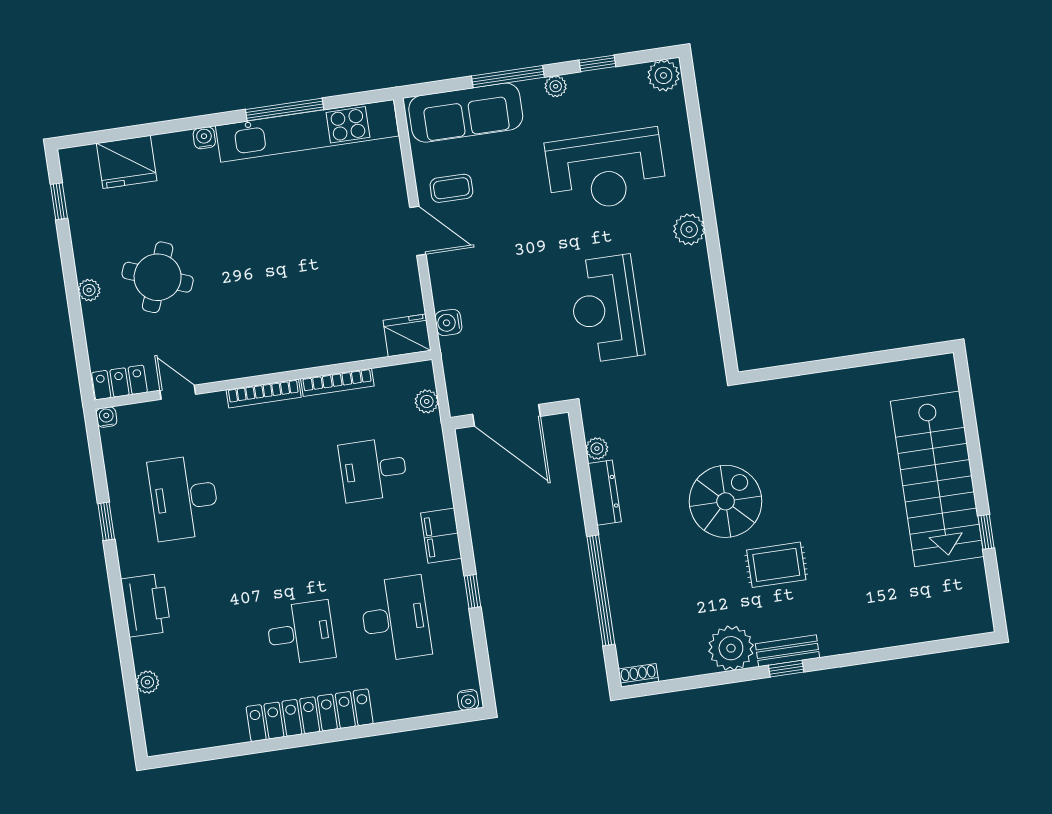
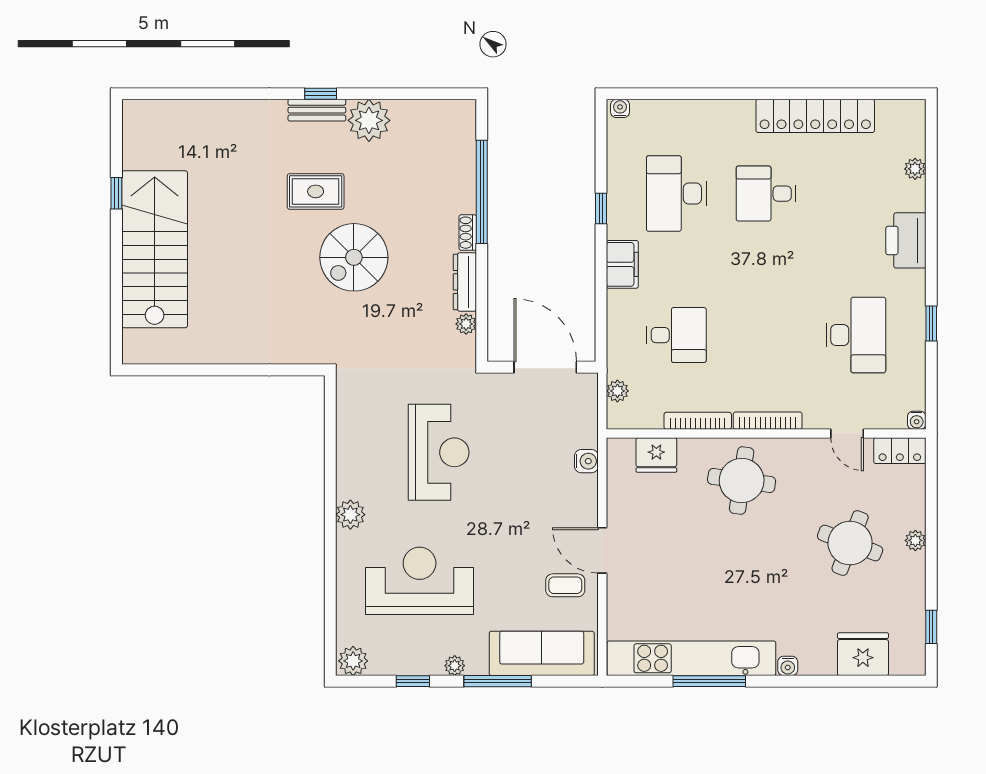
round table: (282, 326) -> (742, 480), added
fridge: (407, 335) -> (656, 455), moved
shoe rack: (638, 675) -> (468, 233), moved, turned 90
locker: (310, 715) -> (815, 116), moved

